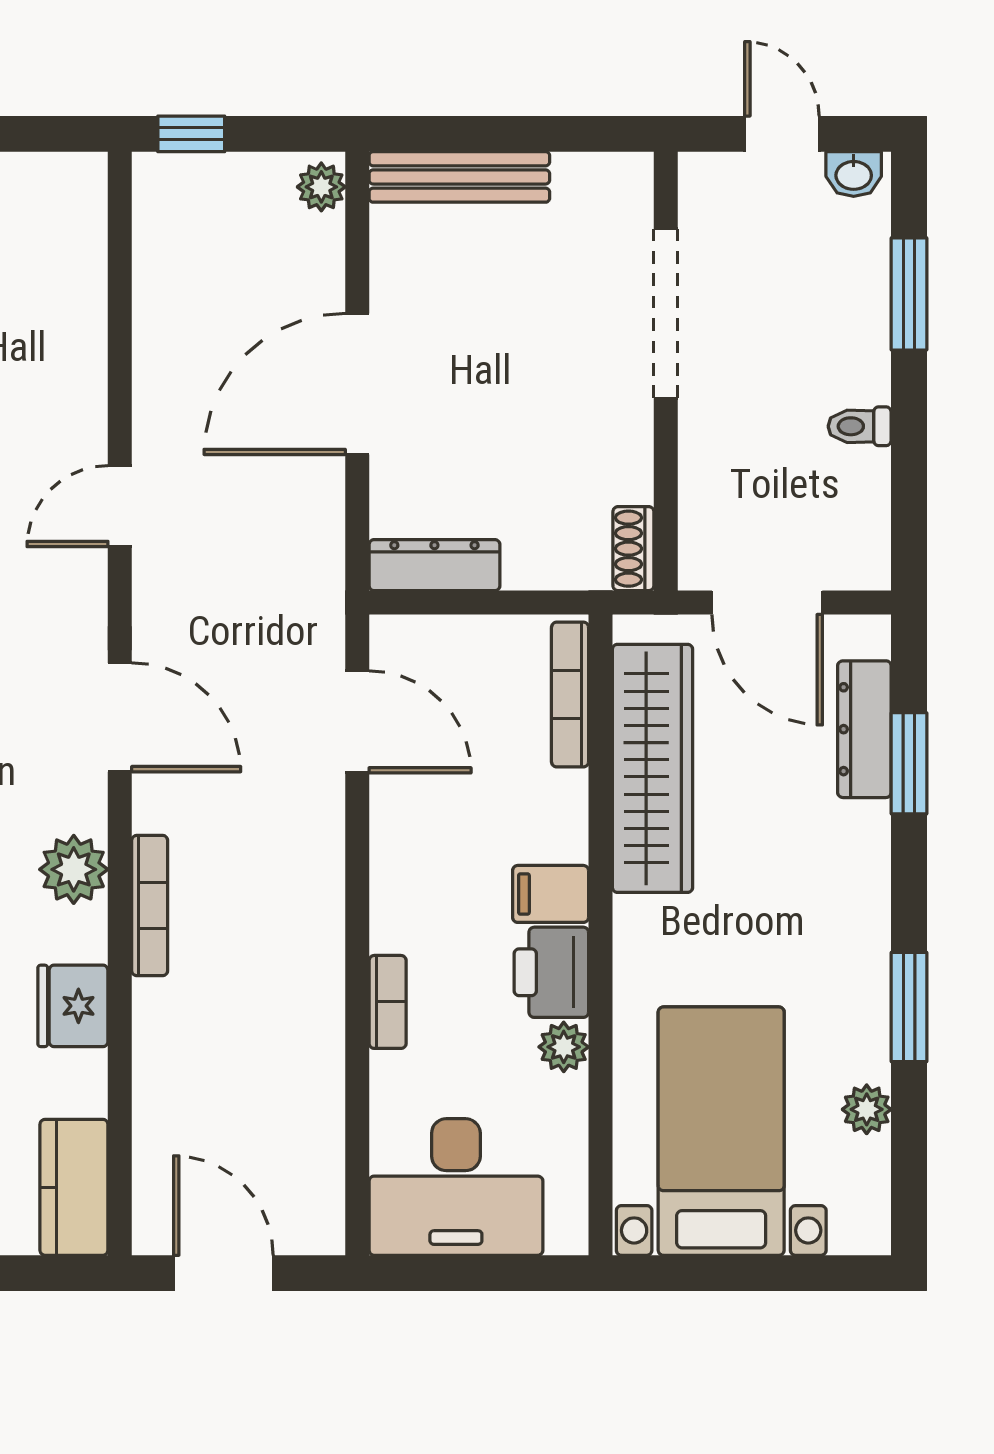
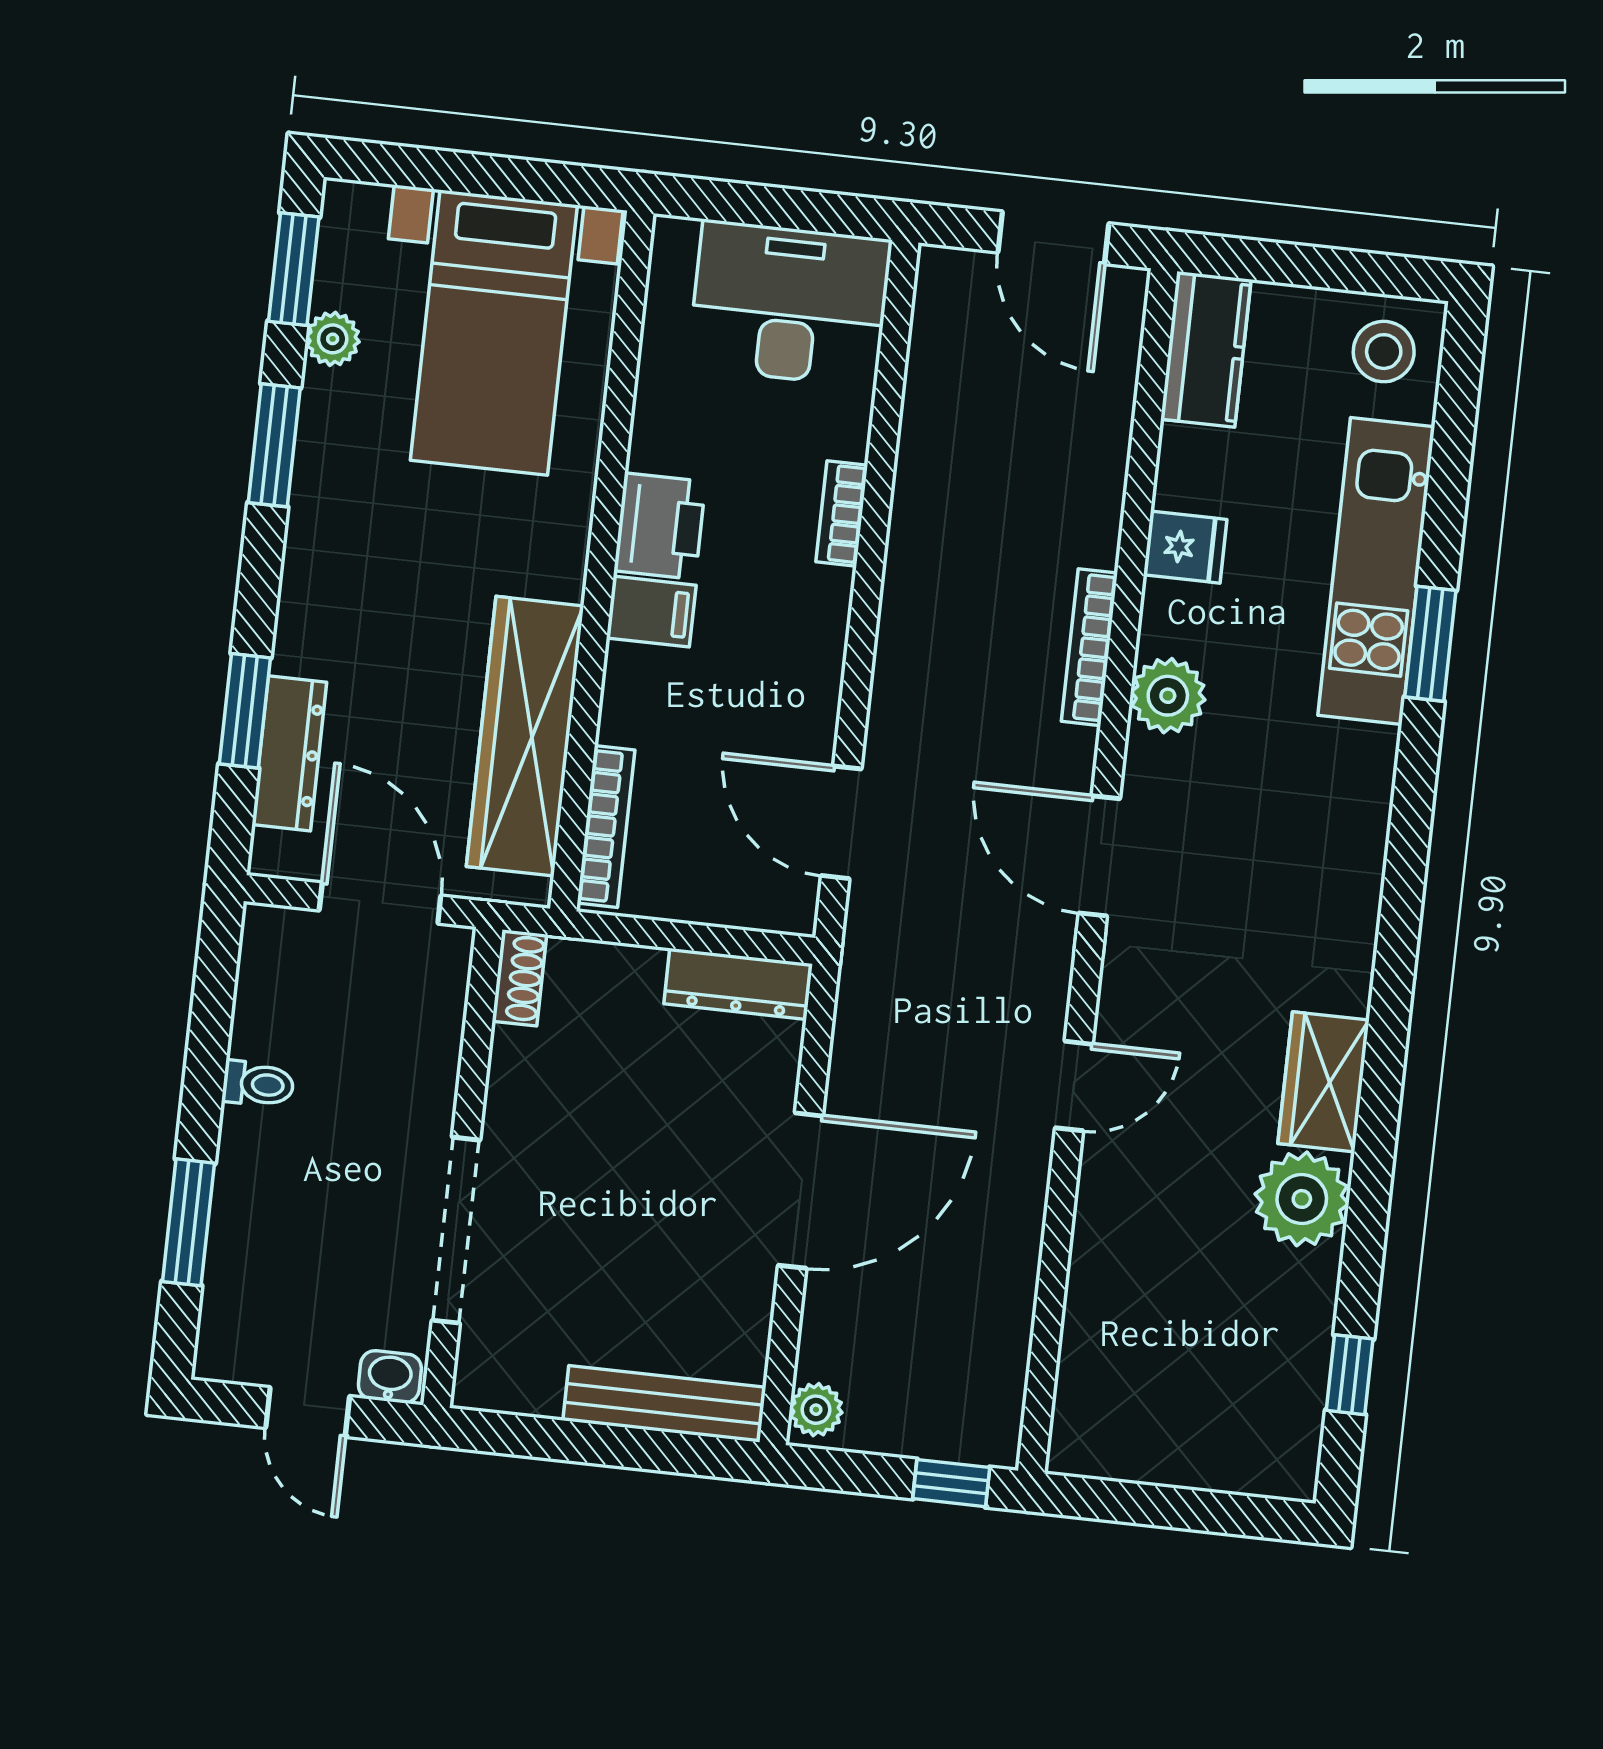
washbasin: (854, 174) -> (390, 1377), moved
fridge: (73, 1006) -> (1185, 547), width x0.72
plant: (564, 1047) -> (655, 443), removed
window: (909, 1169) -> (294, 269), added

